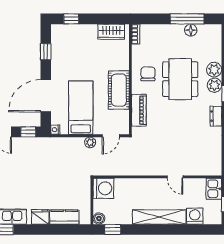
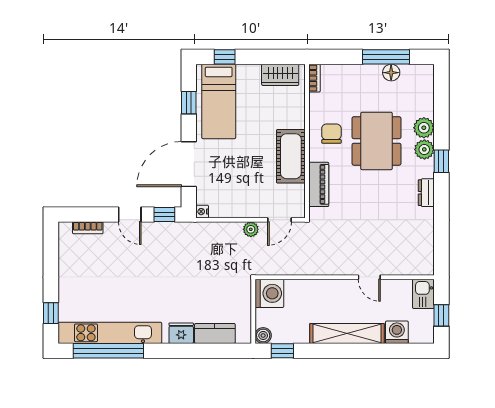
bed: (81, 108) -> (219, 101), moved, turned 180

